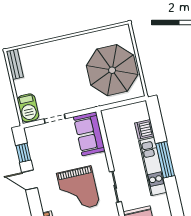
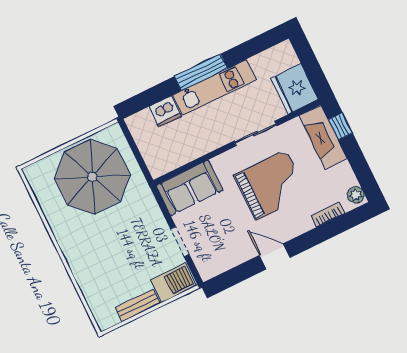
bench: (15, 64) -> (138, 305), moved
window: (23, 153) -> (238, 274), removed
door: (30, 180) -> (275, 256), swing flipped

